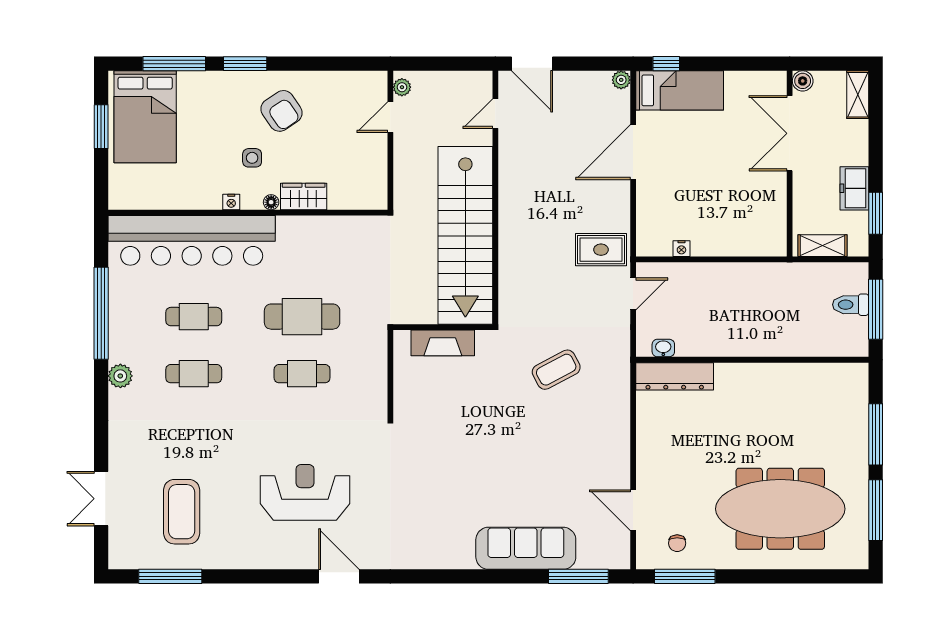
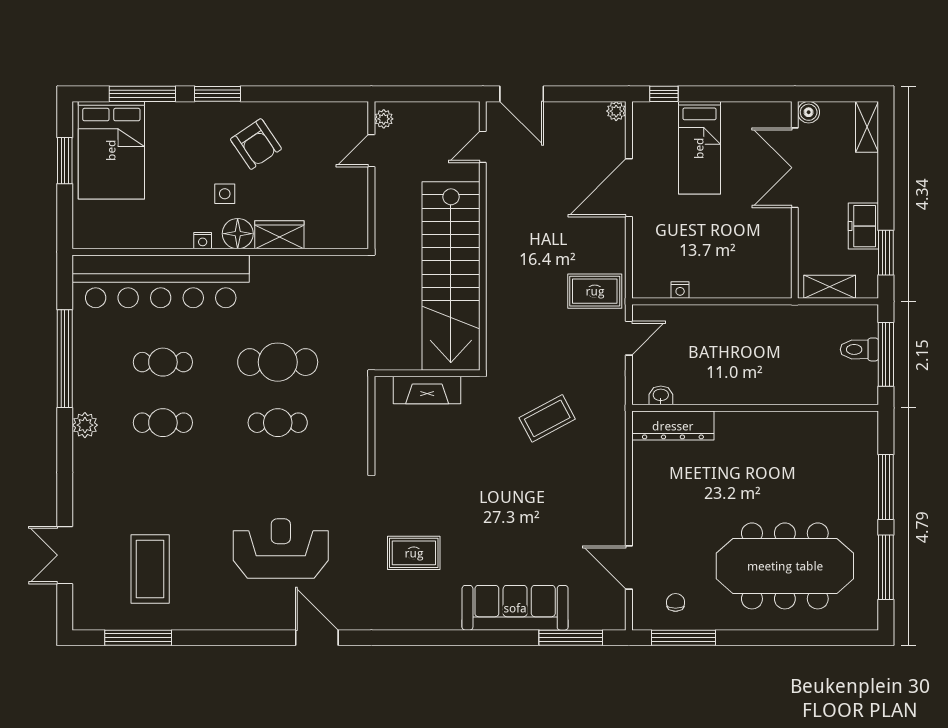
bed: (680, 90) -> (699, 148), moved, turned 90
floor lamp: (271, 202) -> (238, 234), width x1.89, depth x1.89
rug: (430, 496) -> (414, 553), added
chair: (677, 543) -> (676, 602), turned 180

